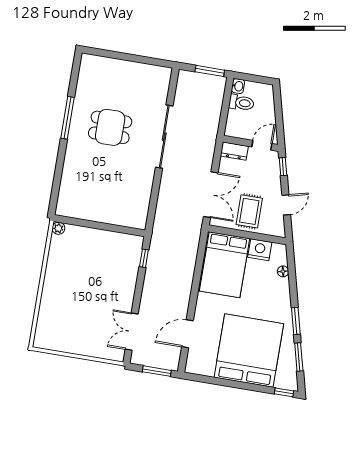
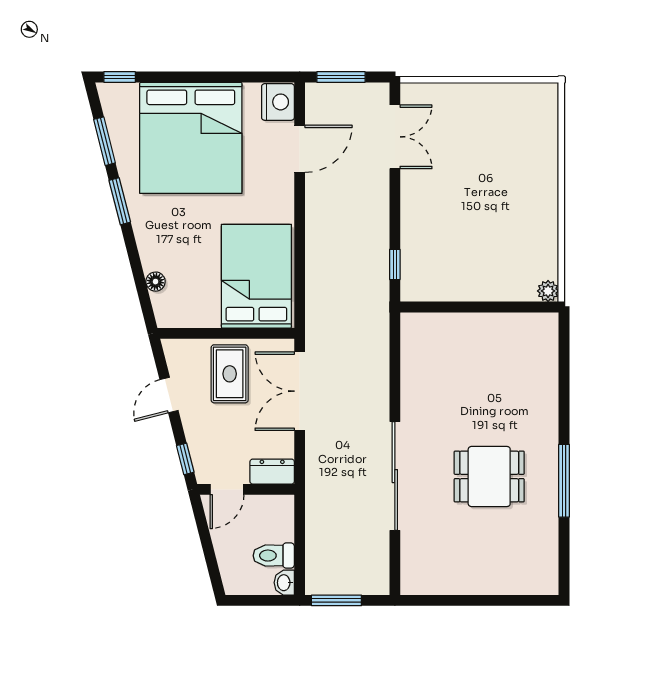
nightstand: (260, 250) -> (278, 102), moved, turned -90

